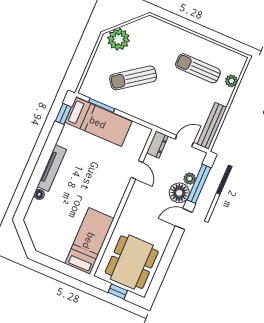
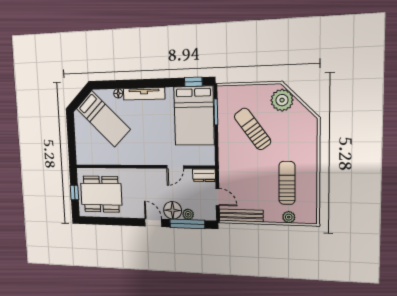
bed: (98, 122) -> (194, 116), width x1.50
bed: (89, 241) -> (103, 119), moved, turned 45

